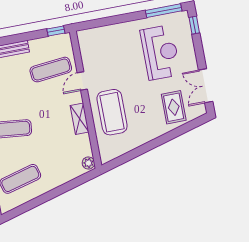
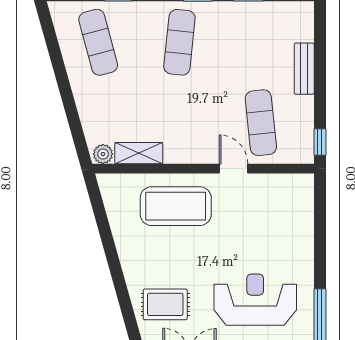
reception desk: (160, 52) -> (255, 300), turned 180
shelving: (80, 119) -> (139, 153), moved

